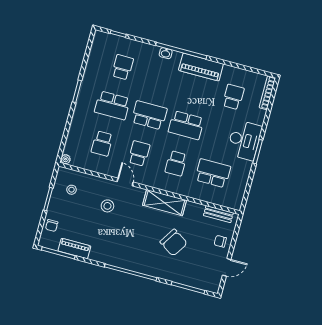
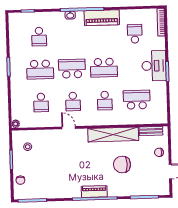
school desk: (123, 67) -> (39, 37), turned 180
school desk: (139, 153) -> (73, 102), turned 180
shelving: (164, 203) -> (113, 135), width x1.47
stool: (107, 206) -> (60, 151), removed
chair: (174, 243) -> (122, 164), turned 147
piano: (74, 248) -> (94, 192), moved

